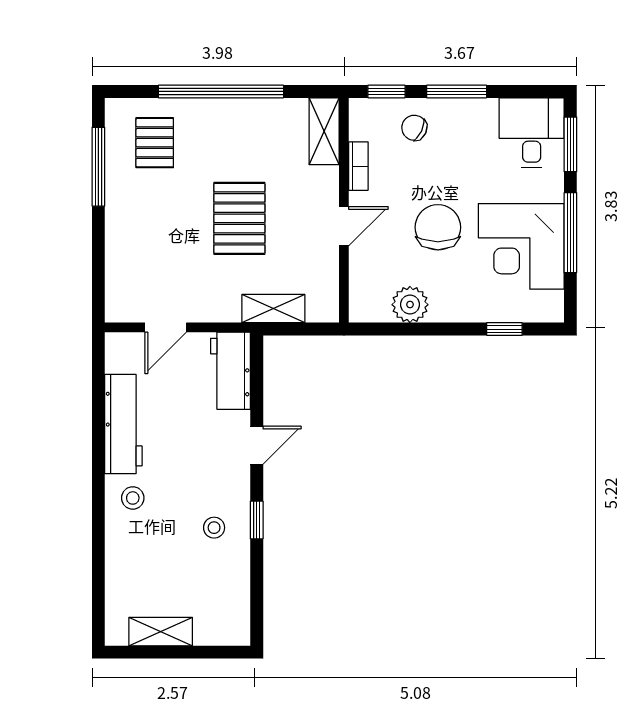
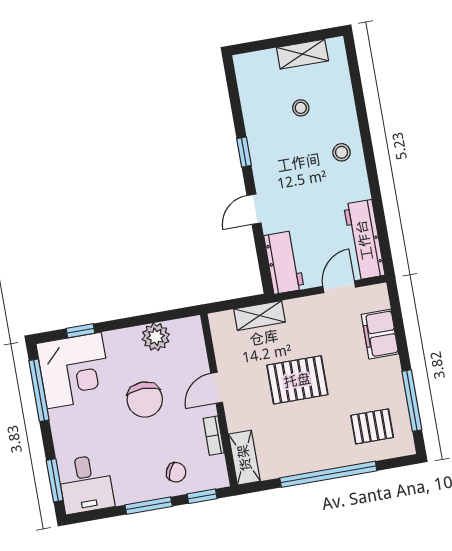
pallet: (155, 143) -> (372, 426), turned 90
pallet: (239, 218) -> (297, 380), turned 90
window: (570, 233) -> (39, 390), moved
corner desk: (521, 246) -> (74, 370), moved, turned 90
filing cabinet: (124, 258) -> (380, 334), added
workbench: (123, 424) -> (364, 240), moved
stool: (214, 528) -> (301, 108), moved

